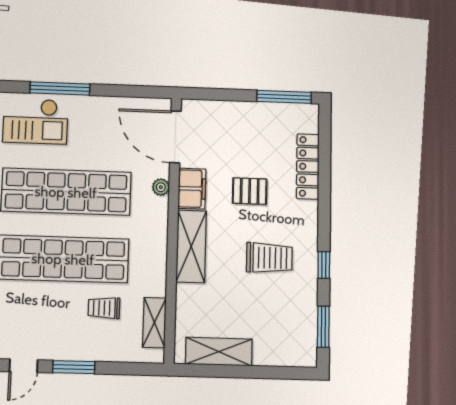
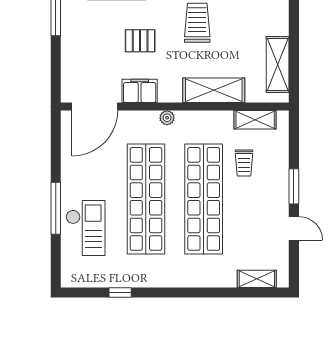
plant: (161, 187) -> (167, 118), moved
pallet: (250, 191) -> (140, 41), turned 90
shelving: (191, 246) -> (214, 90), moved

